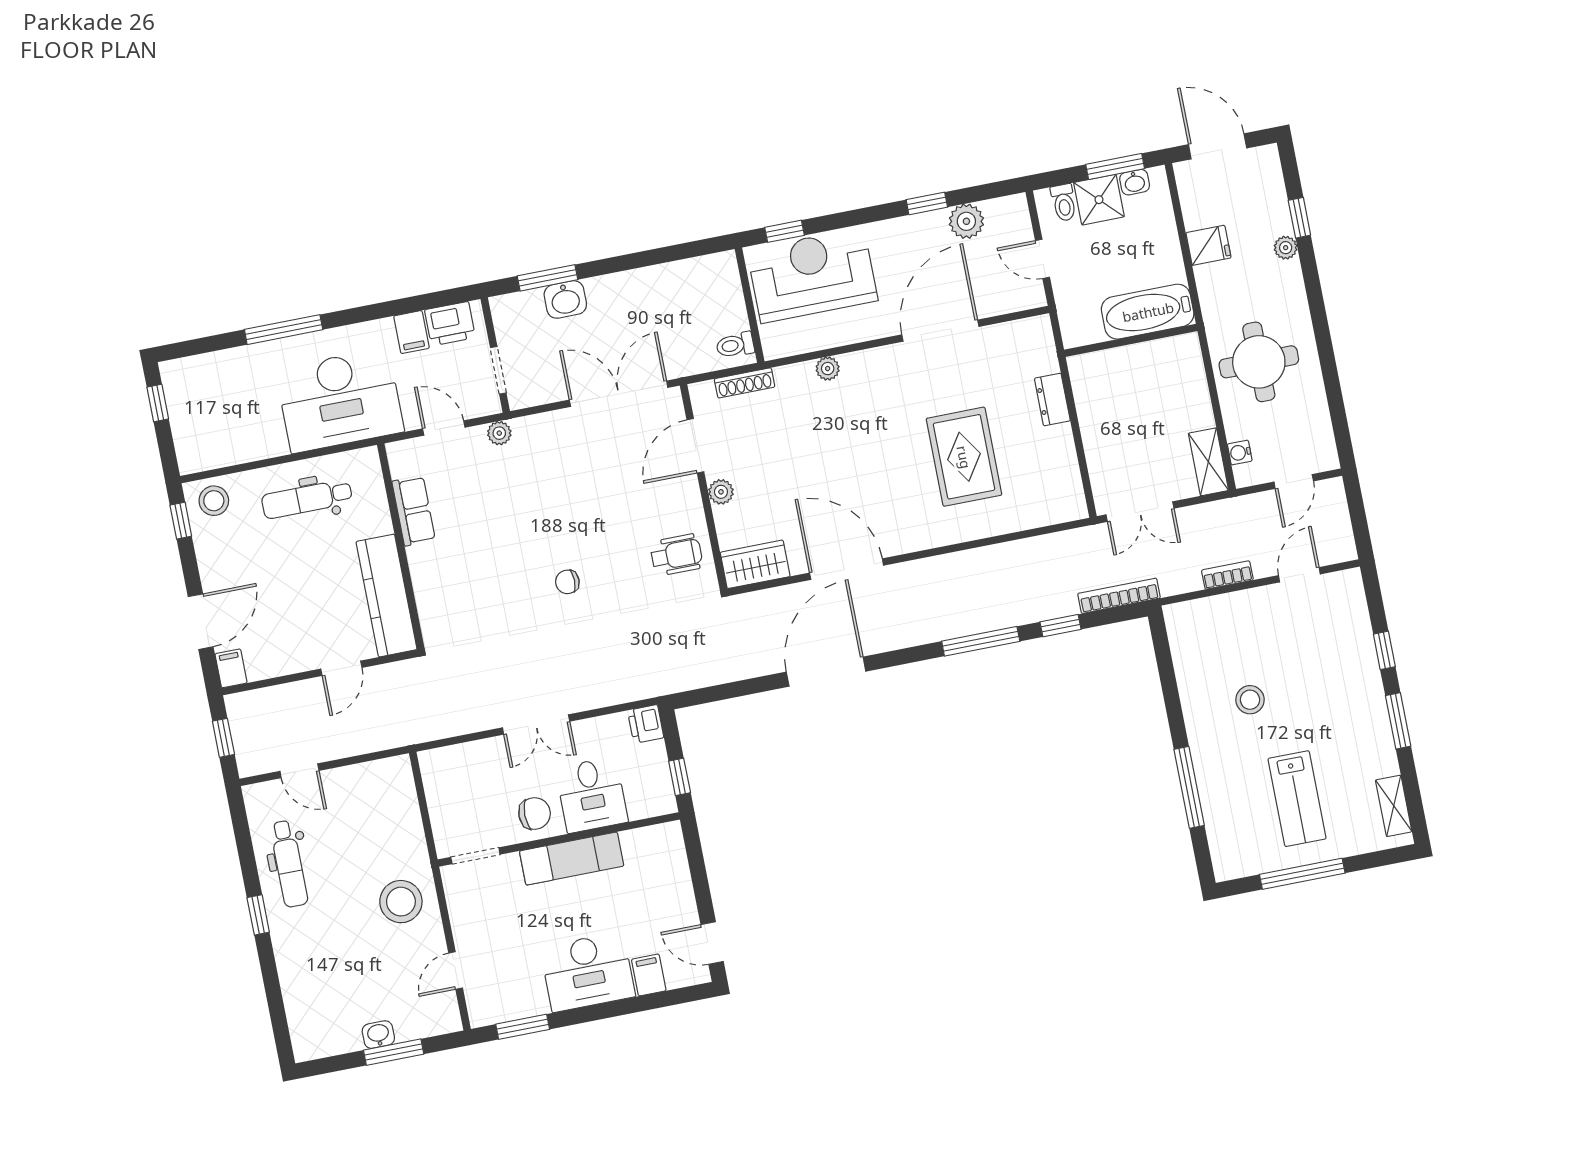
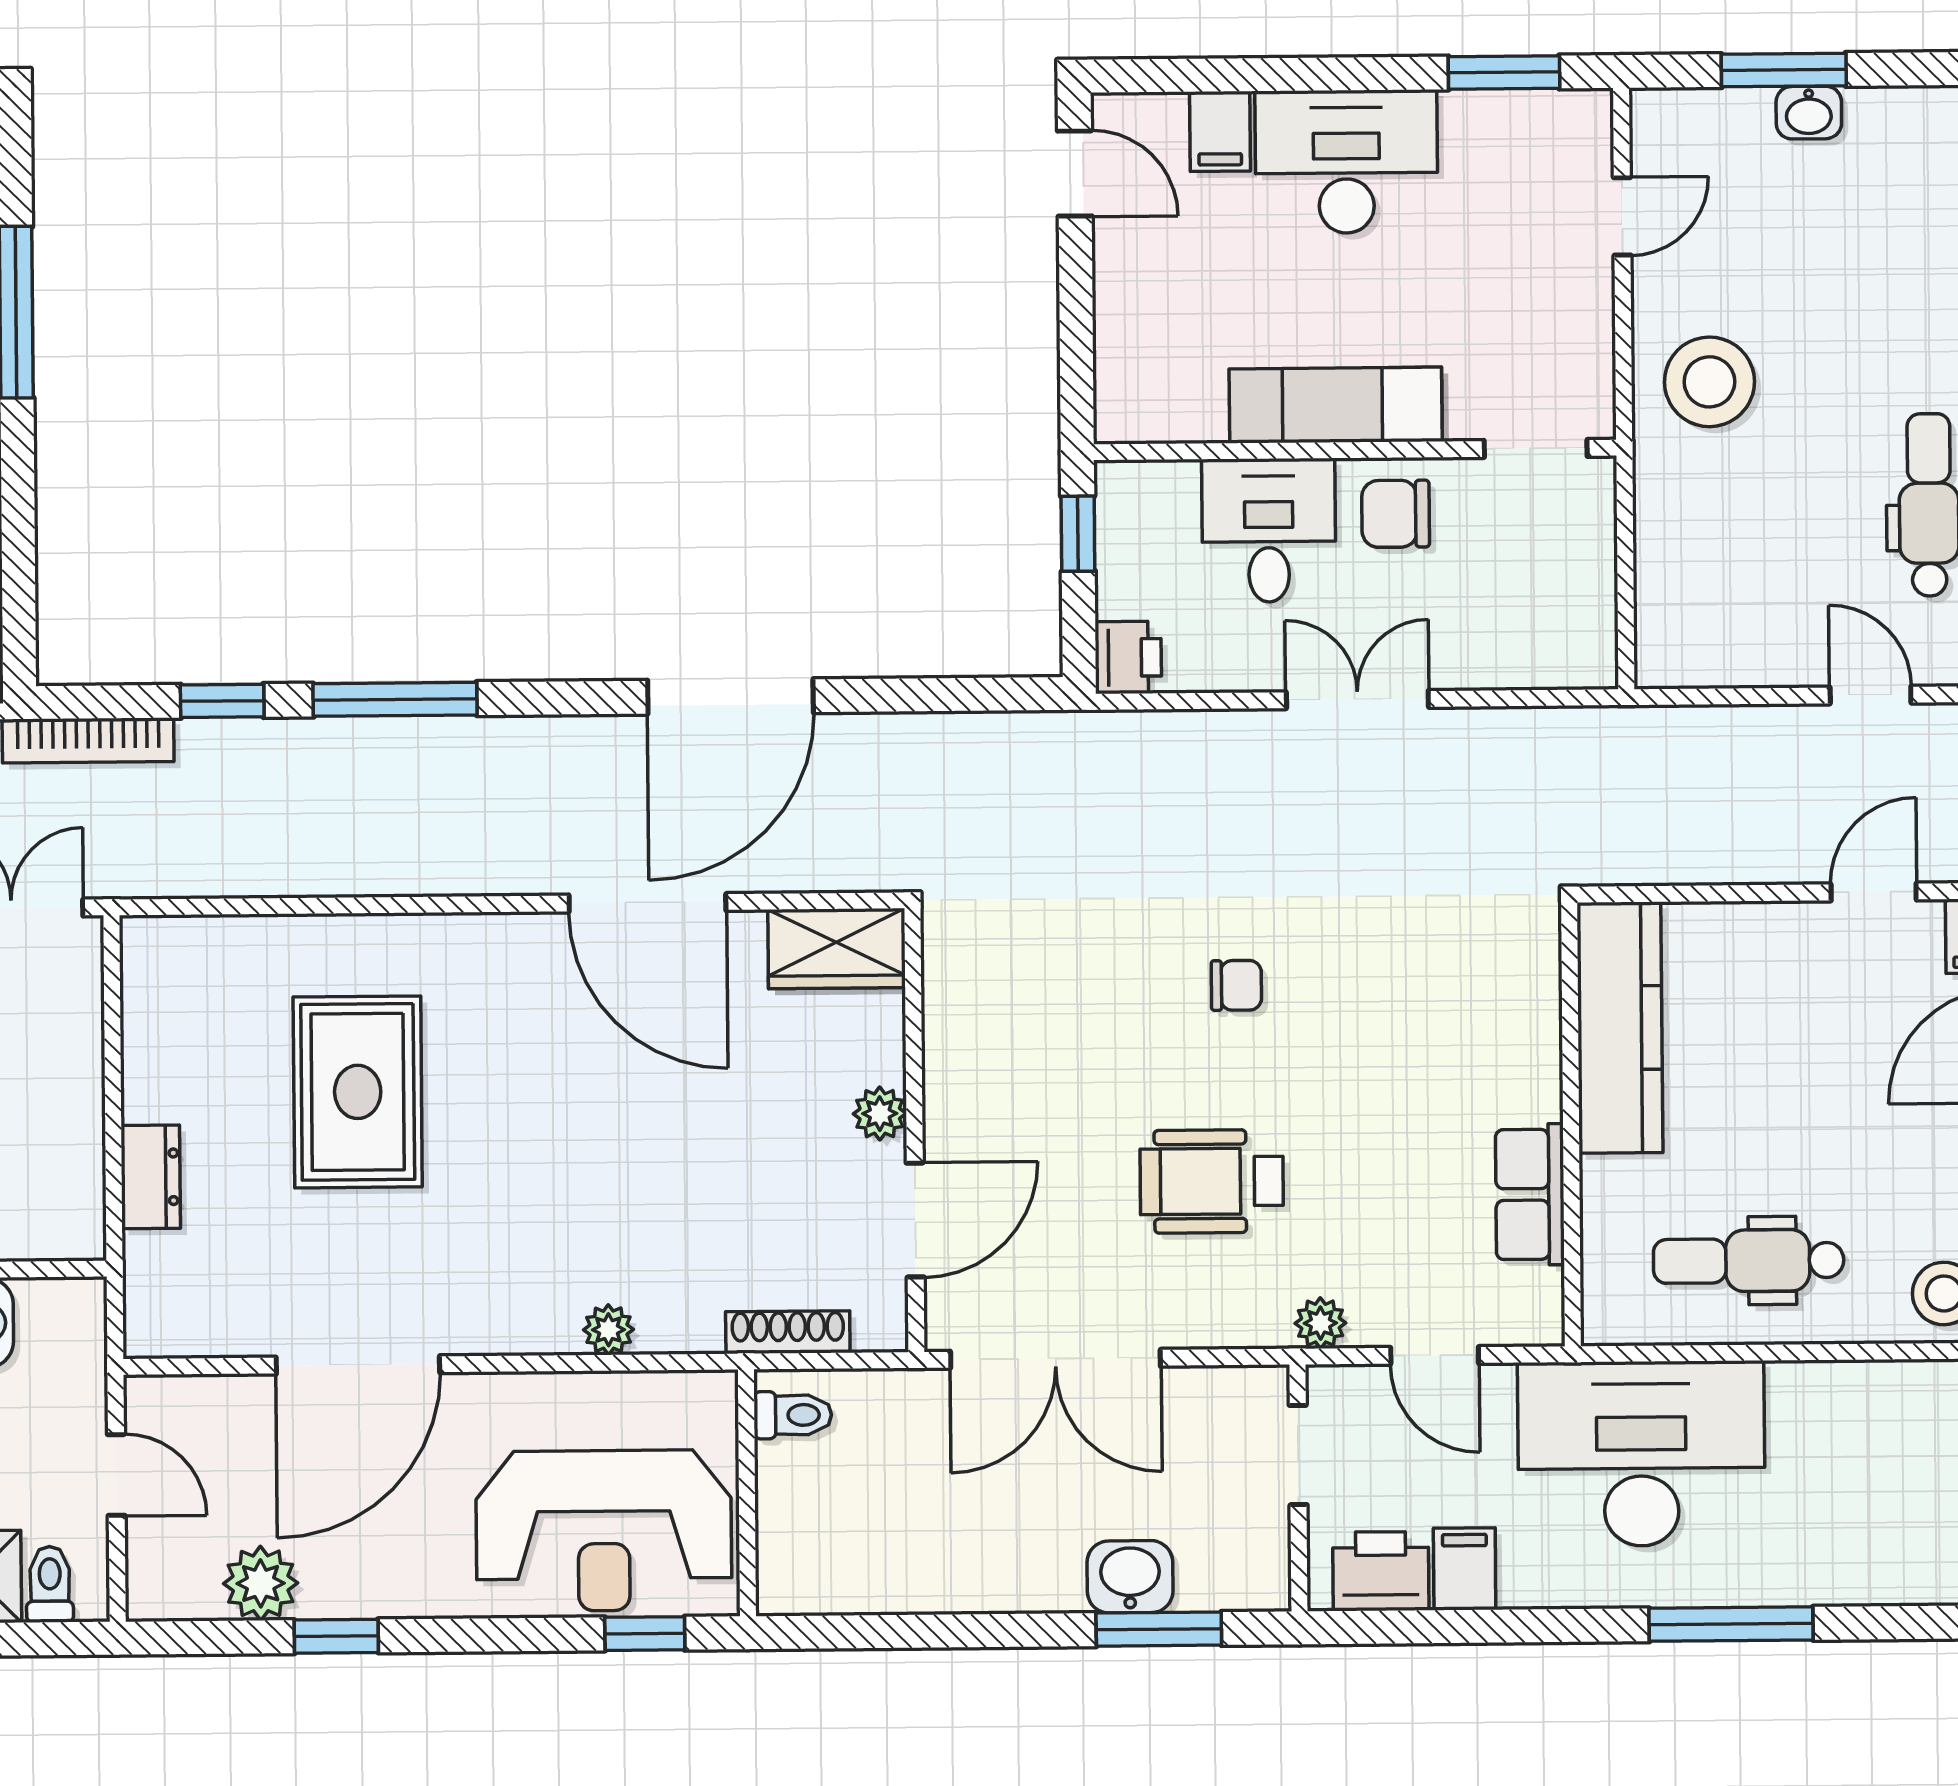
dental chair: (307, 499) -> (1749, 1261), turned 180
wheelchair: (677, 555) -> (1212, 1181), moved, width x1.36, depth x1.37
door: (341, 668) -> (1874, 892), moved

